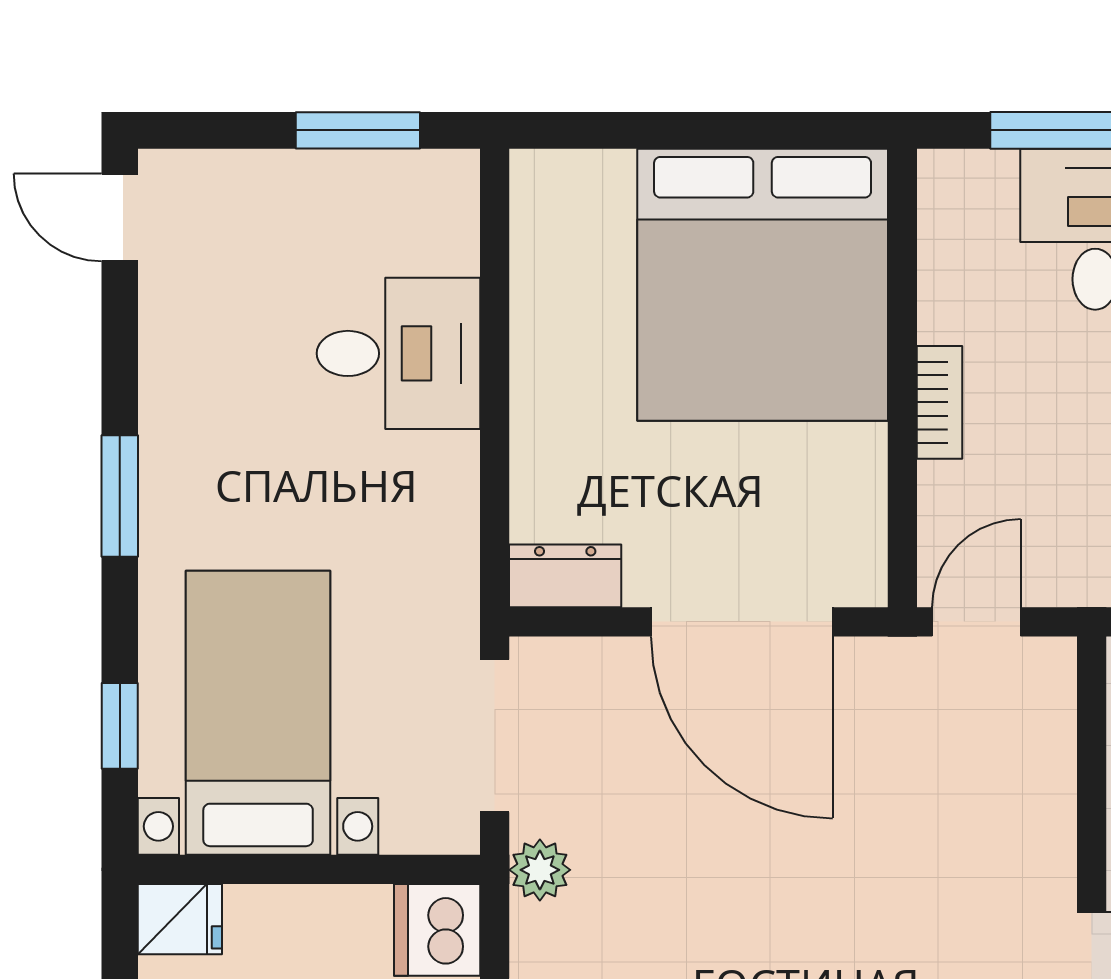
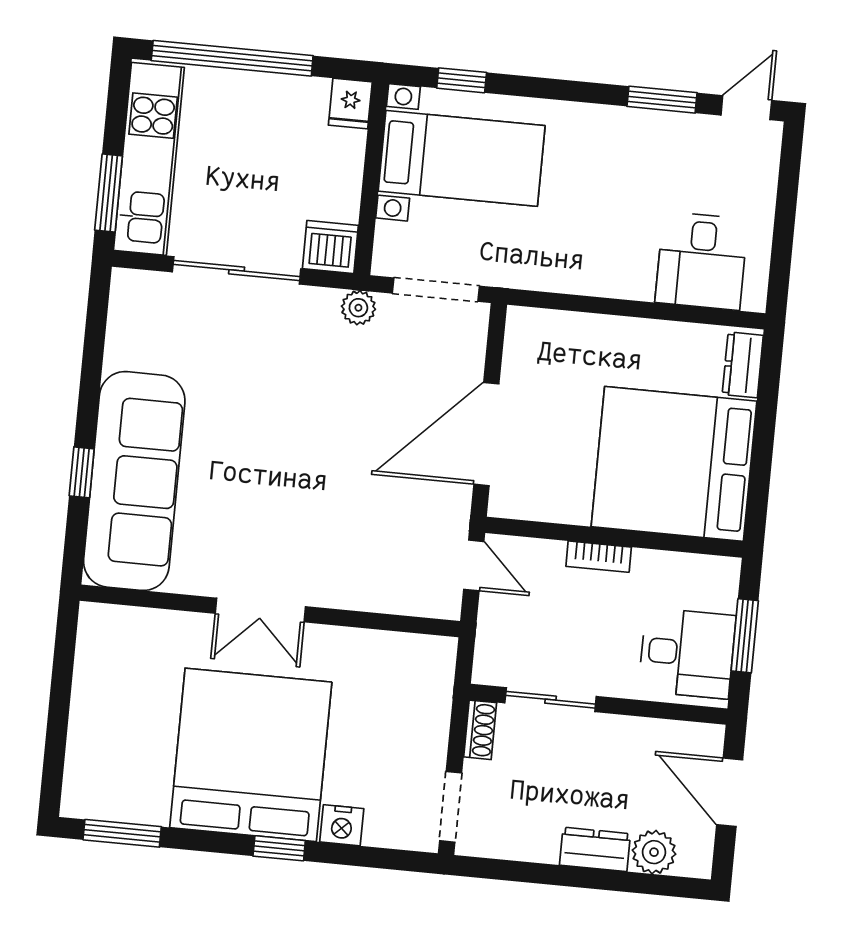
window: (358, 130) -> (782, 246), removed
desk: (398, 353) -> (702, 261), moved
window: (120, 496) -> (662, 100), moved
dresser: (565, 576) -> (743, 365), moved, turned 180

